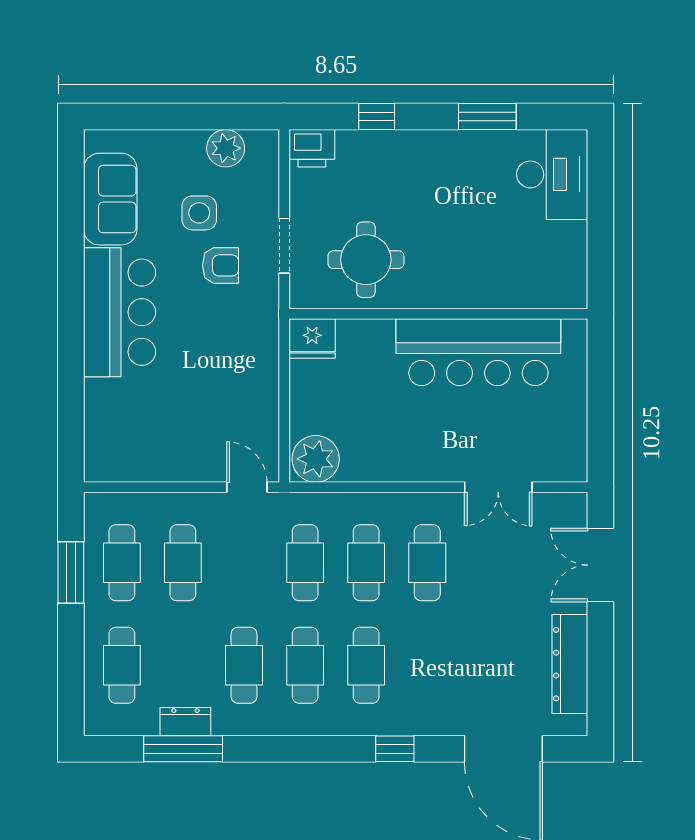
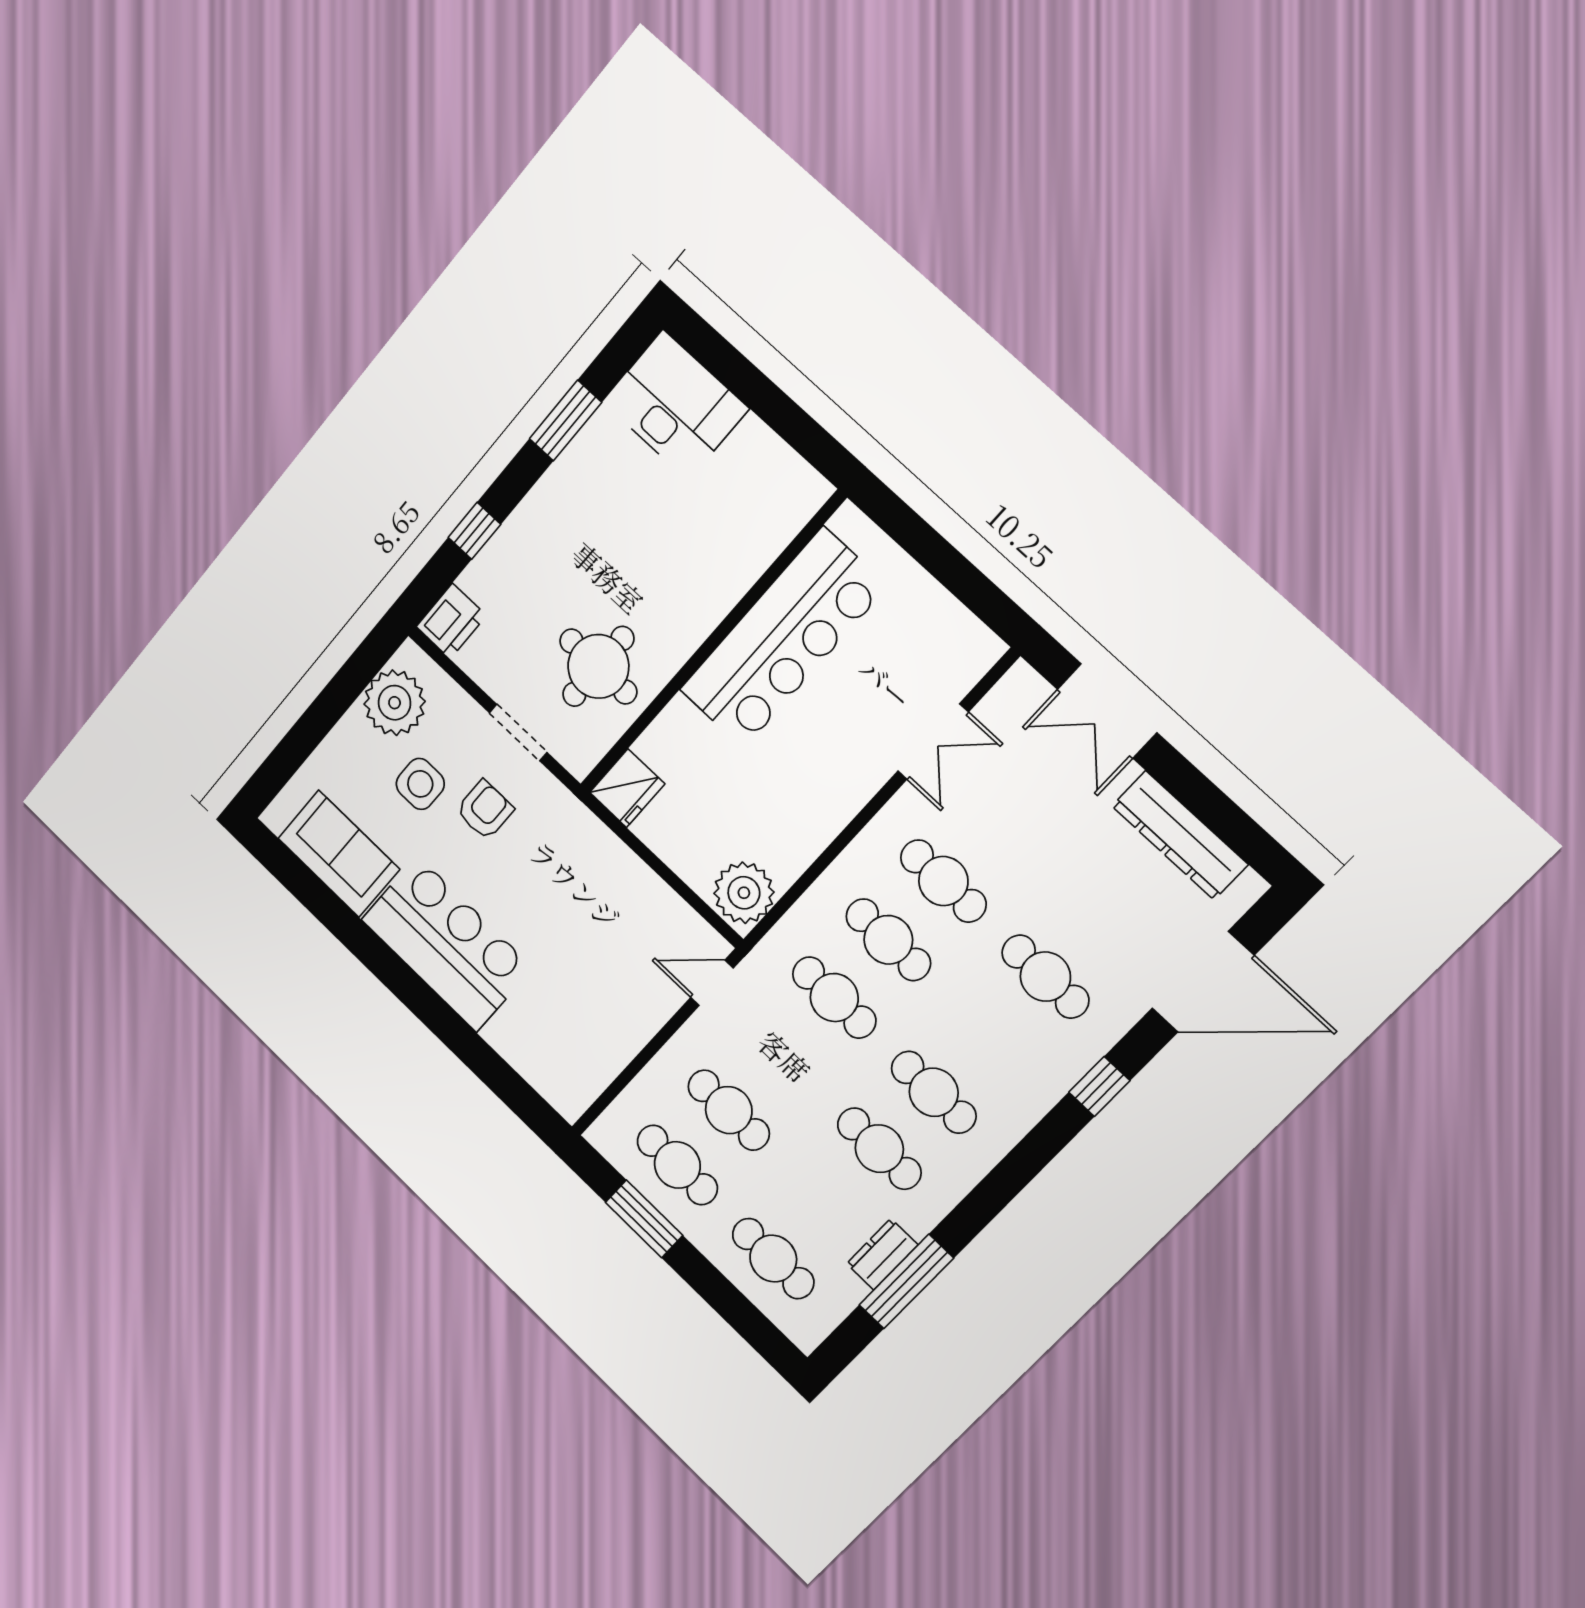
plant: (226, 148) -> (395, 703), width x1.36, depth x1.36
cafe table: (366, 665) -> (1045, 977), moved

